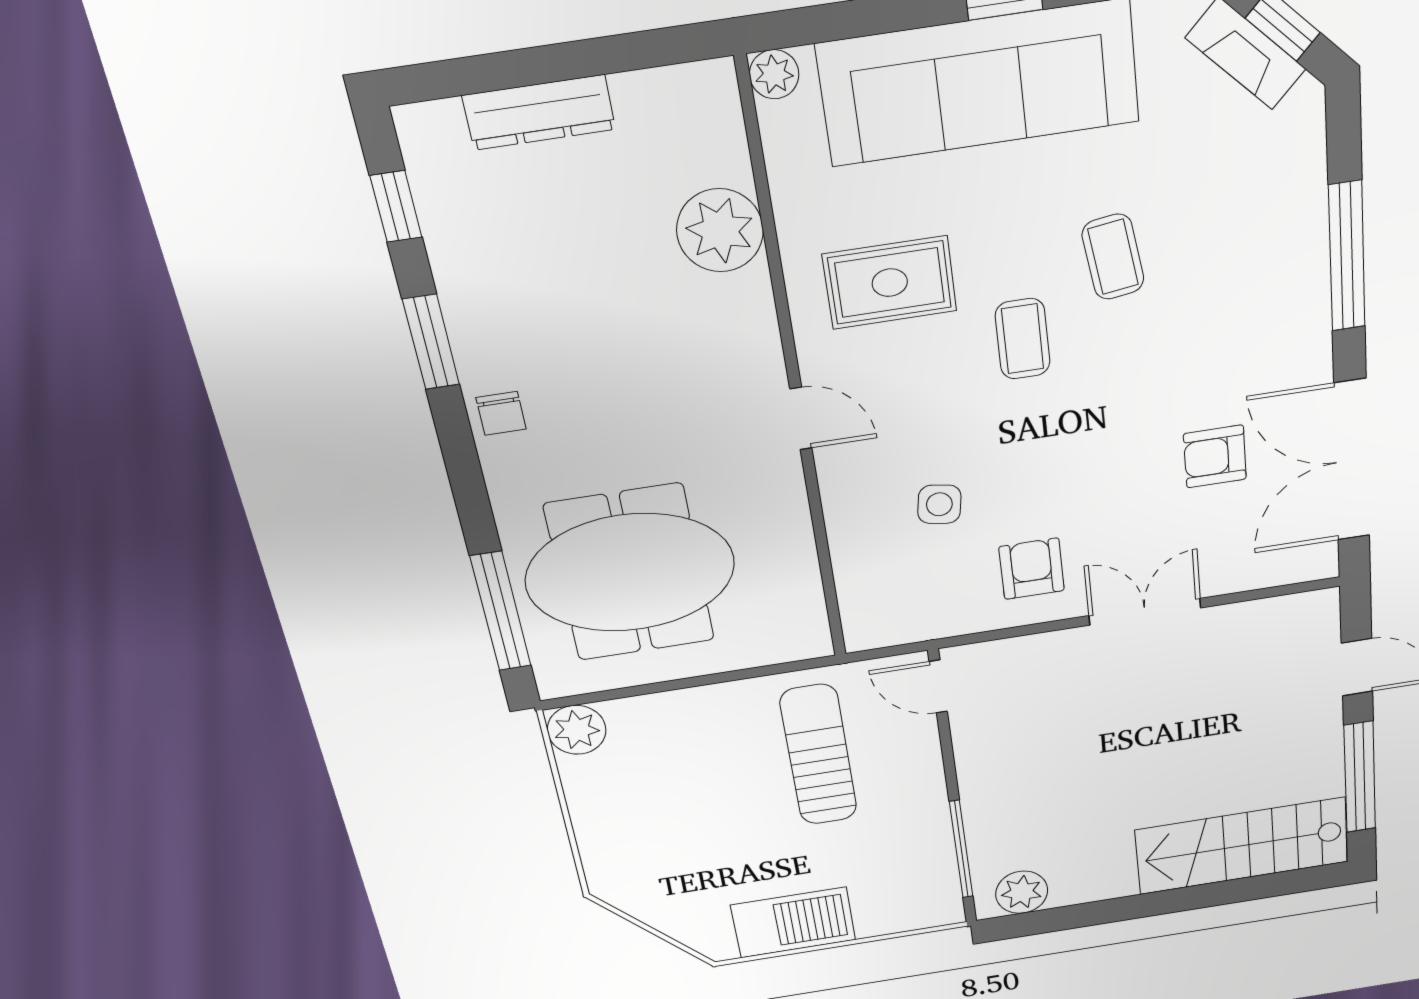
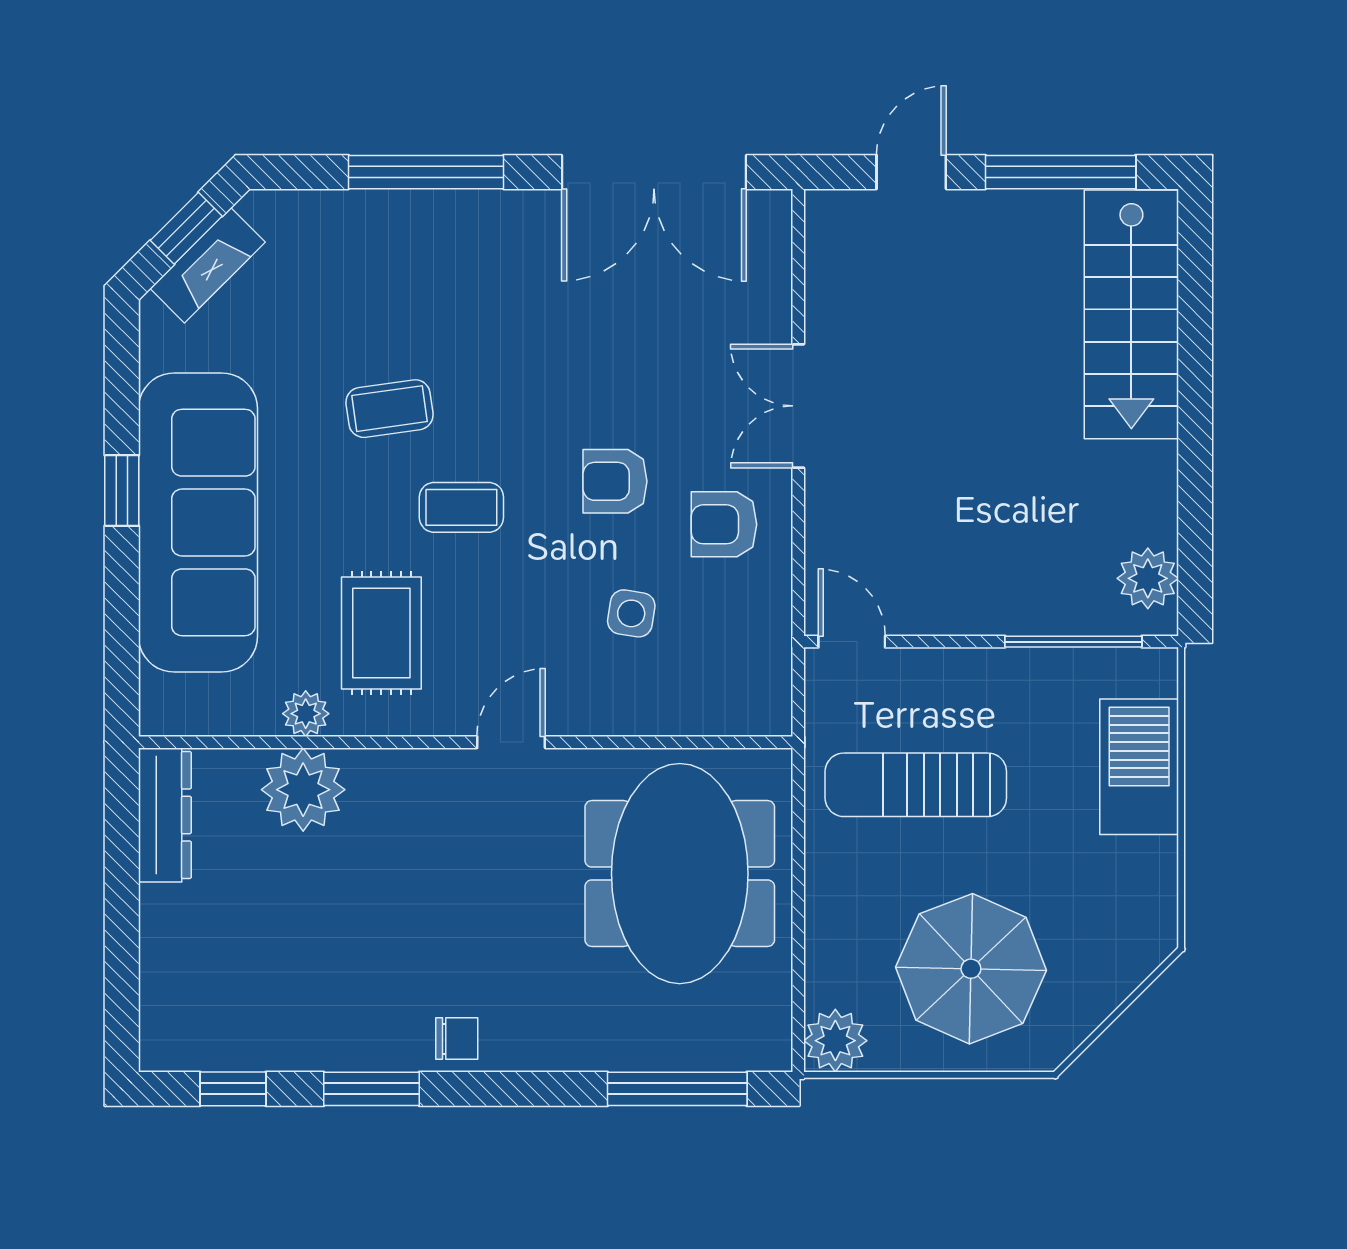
plant: (774, 74) -> (306, 714), moved
dresser: (539, 112) -> (165, 815), moved
armchair: (1215, 456) -> (615, 481), moved, turned 90
meeting table: (630, 573) -> (680, 874), moved
door: (938, 687) -> (852, 642), swing flipped
parasol: (665, 821) -> (971, 969), added
barbecue: (793, 922) -> (1139, 767), moved

